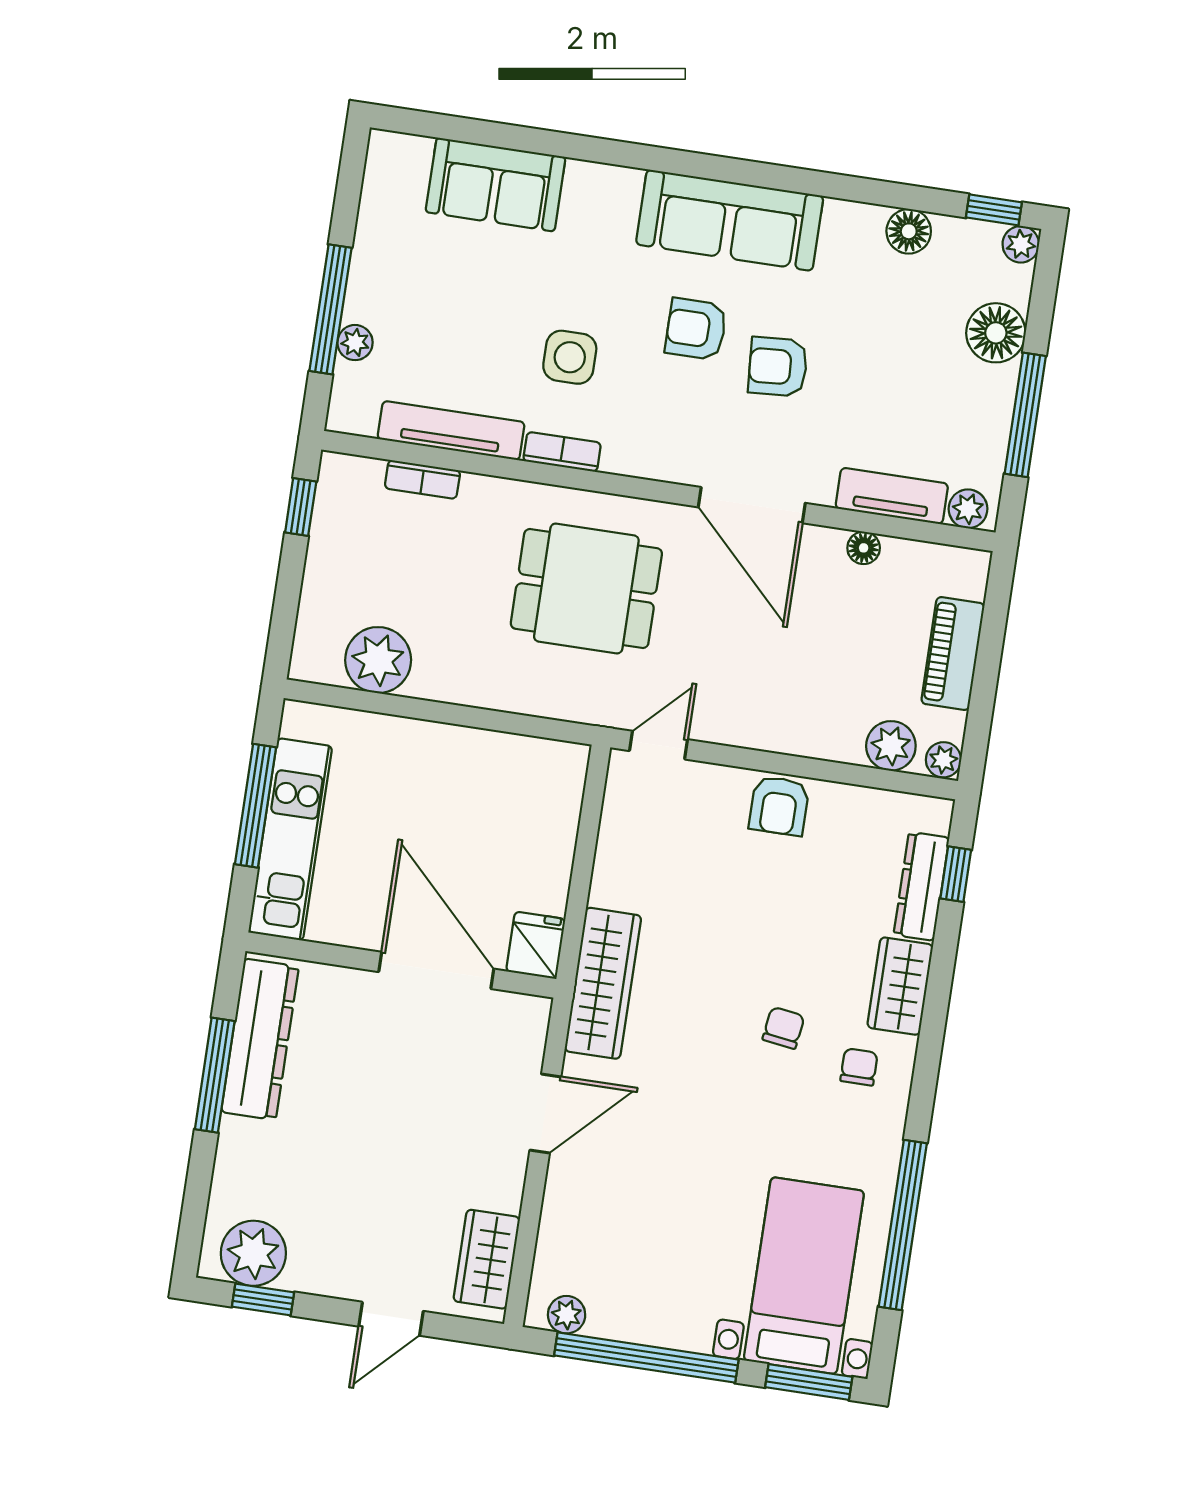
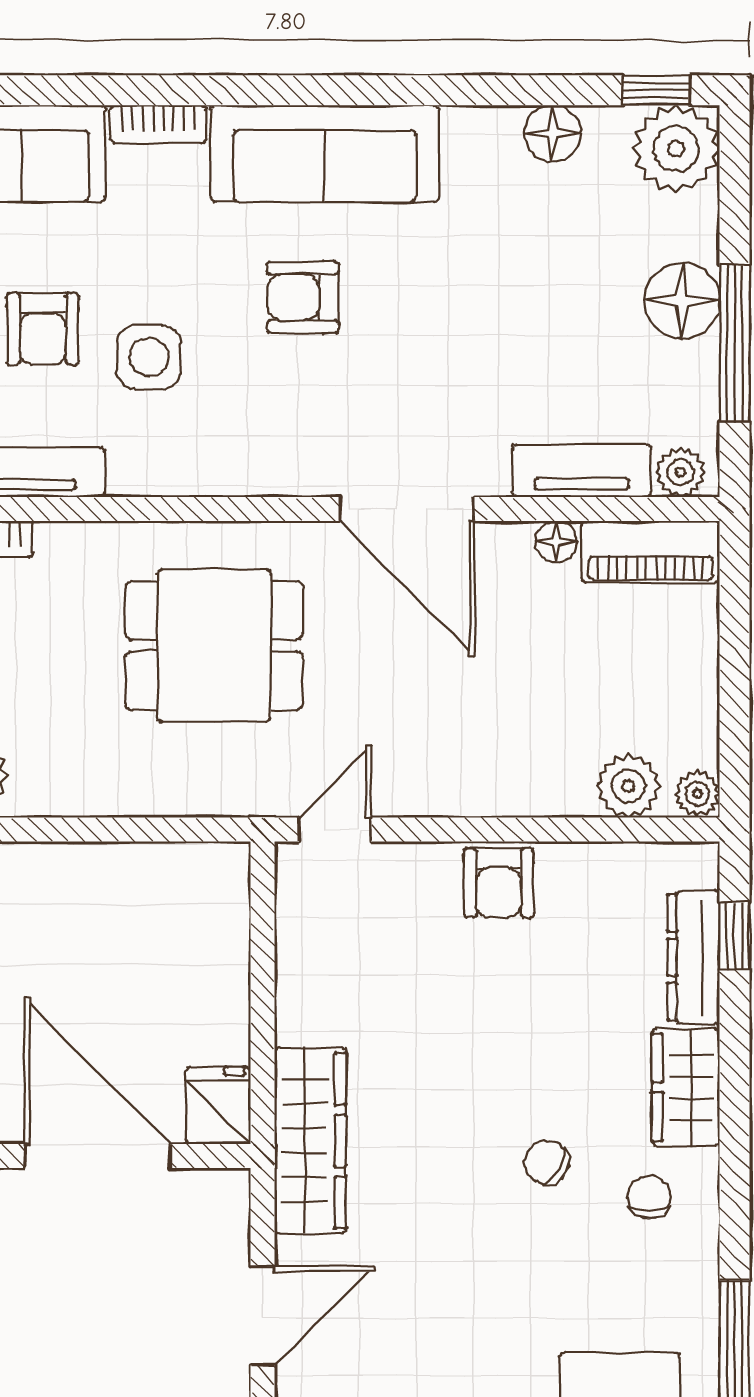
plant: (1021, 244) -> (676, 149), width x1.87, depth x1.87
floor lamp: (996, 333) -> (682, 300), moved
armchair: (778, 367) -> (43, 329), moved, turned -86
bookcase: (562, 452) -> (158, 124), moved, turned 180
piano: (953, 654) -> (651, 552), moved, turned -90
chair: (784, 1028) -> (547, 1162), turned -70

